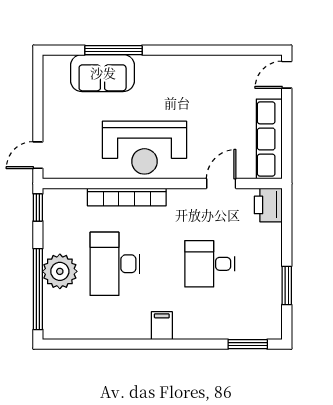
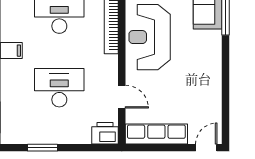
door: (287, 75) -> (206, 148), hinge flipped
desk: (210, 264) -> (59, 88), width x1.37

